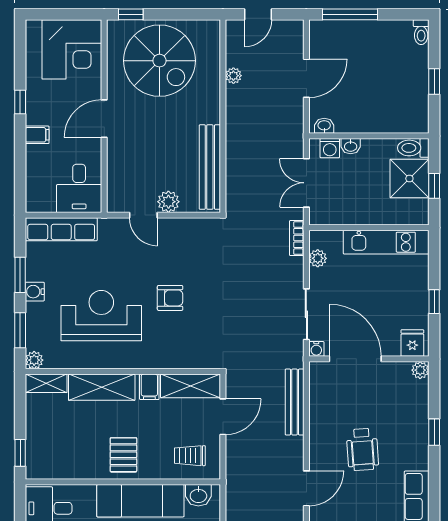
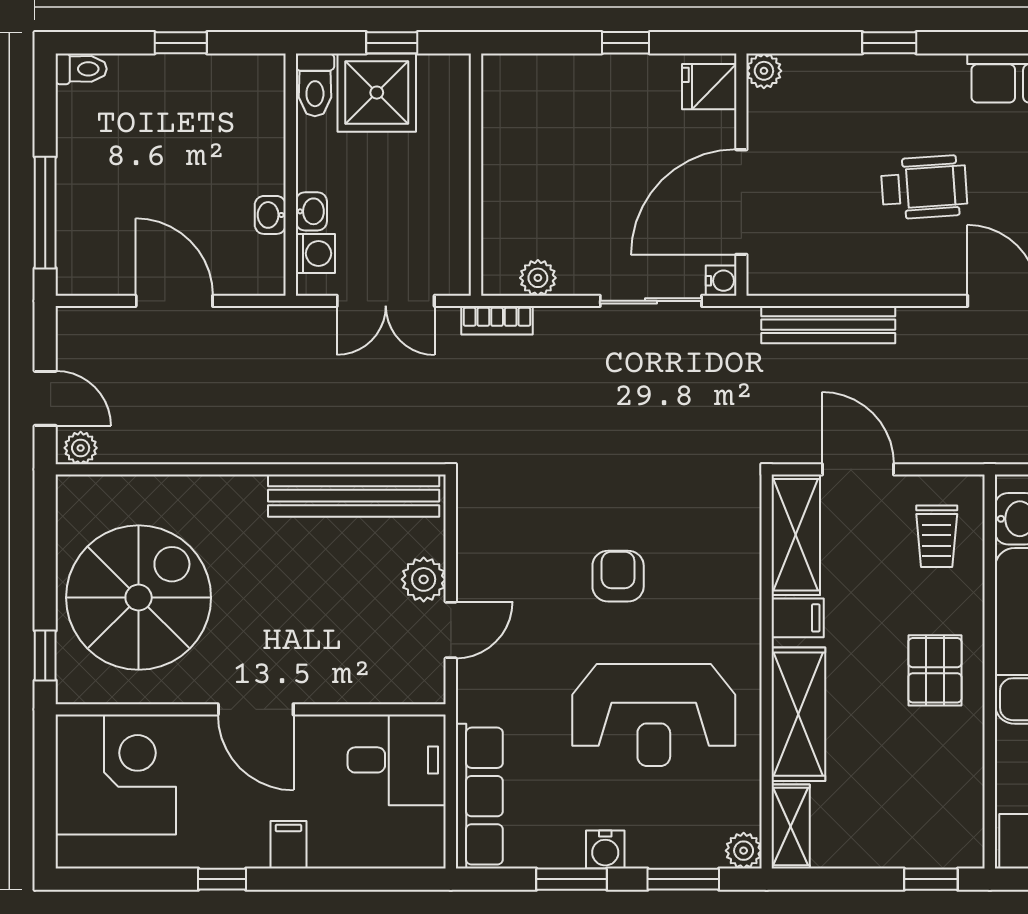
plant: (233, 76) -> (81, 448), moved
washbasin: (324, 126) -> (270, 215), moved
kitchen unit: (386, 242) -> (505, 140), removed
reception desk: (101, 316) -> (654, 715), turned -90
pallet: (123, 455) -> (935, 670), turned 90

